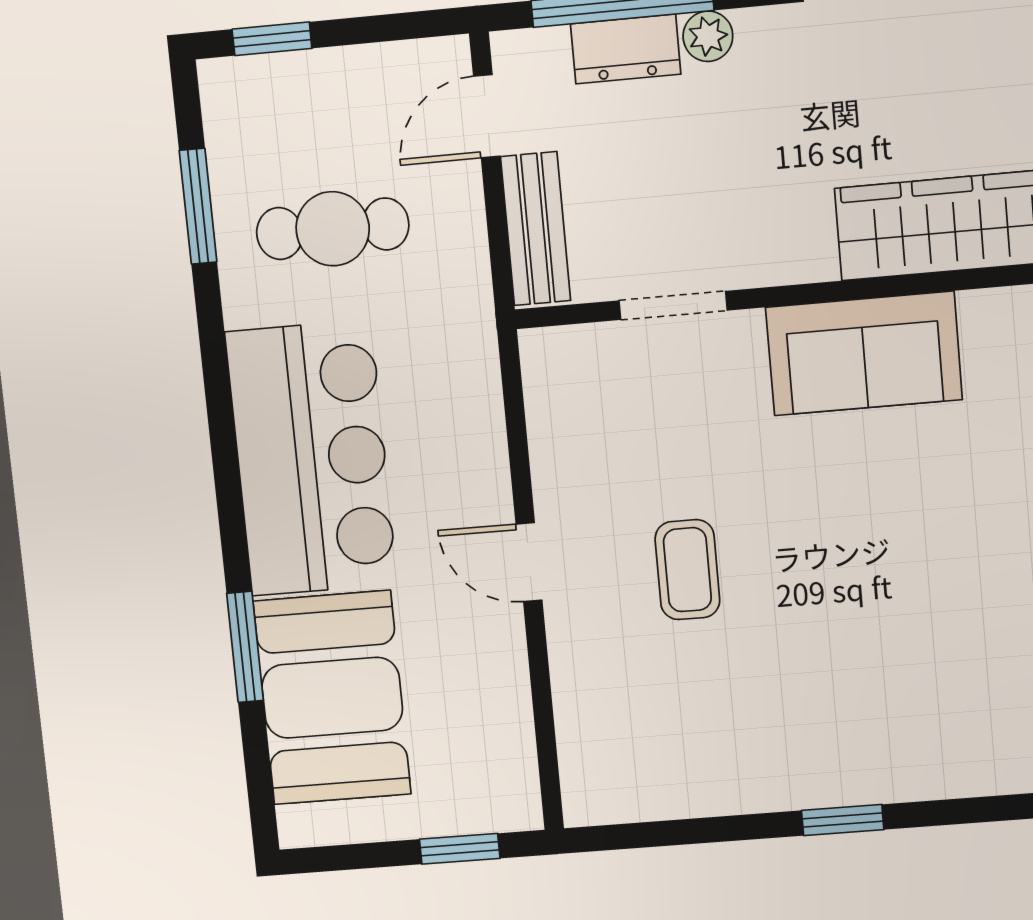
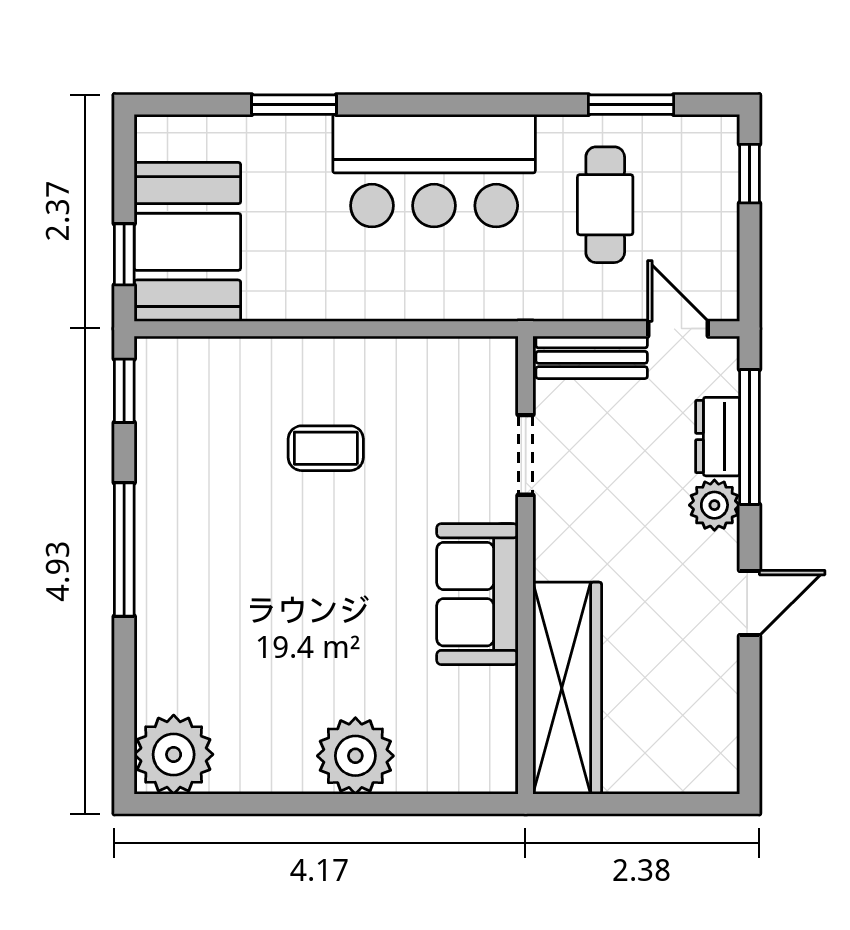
plant: (708, 36) -> (714, 505), width x1.38, depth x1.38
door: (529, 562) -> (341, 329), removed
booth: (332, 698) -> (187, 242), moved, turned 90
window: (843, 820) -> (124, 549), width x2.17
window: (636, 836) -> (124, 391), added

